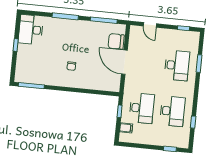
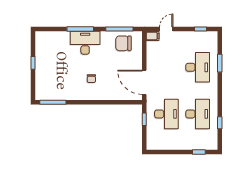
door: (150, 25) -> (166, 29), swing flipped
desk: (31, 30) -> (85, 43), moved, turned 90
chair: (116, 41) -> (123, 43), moved
door: (124, 62) -> (144, 82), moved
filing cabinet: (126, 128) -> (153, 36), moved

